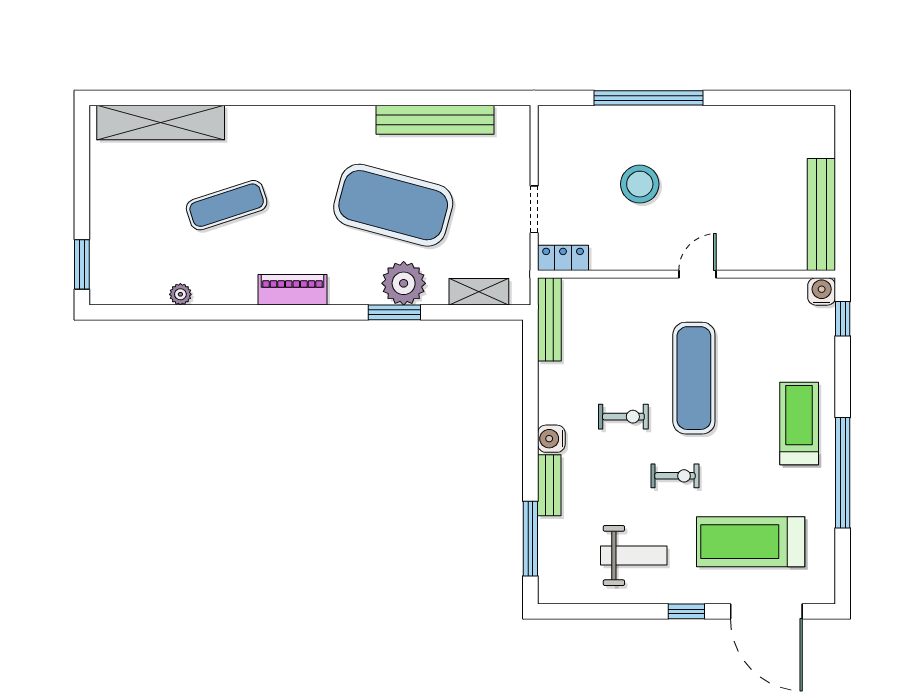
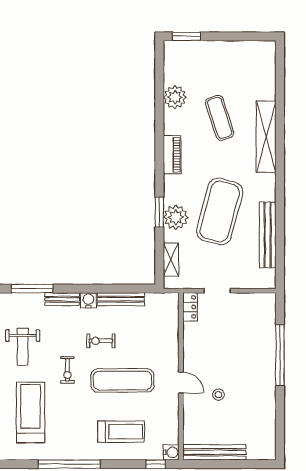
shelving: (161, 122) -> (266, 137), moved
stool: (640, 184) -> (218, 395), moved, width x0.53, depth x0.53
plant: (180, 294) -> (175, 97), width x1.88, depth x1.88
bench: (549, 319) -> (121, 299), moved
exercise bike: (623, 417) -> (101, 341), turned 90
treadmill: (799, 423) -> (121, 432), moved

